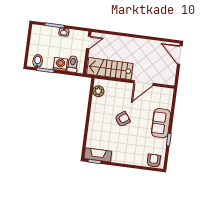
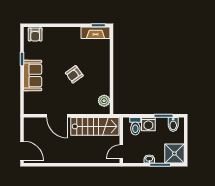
shower: (40, 34) -> (174, 154), added
door: (144, 83) -> (57, 116), swing flipped

